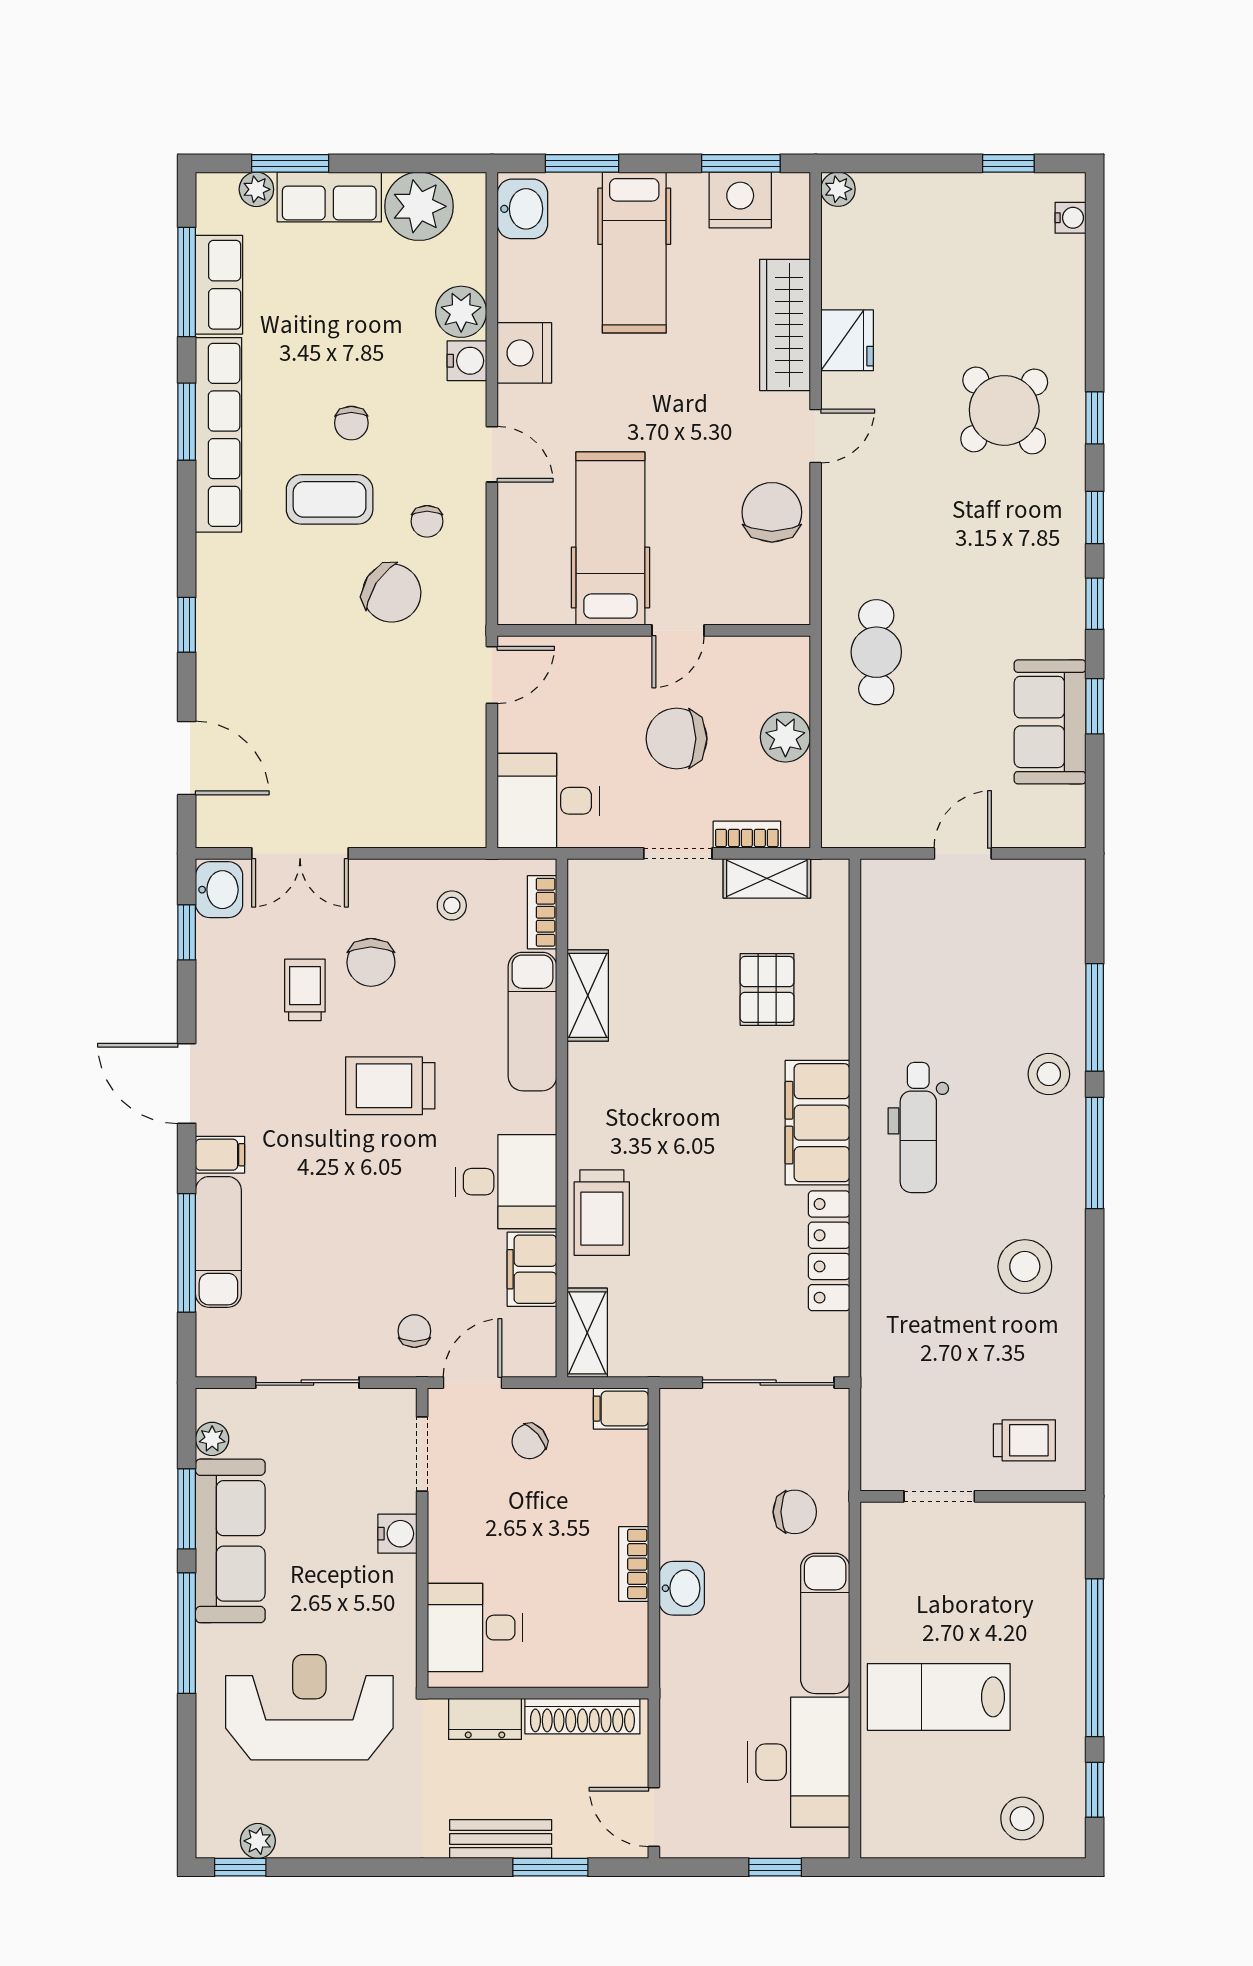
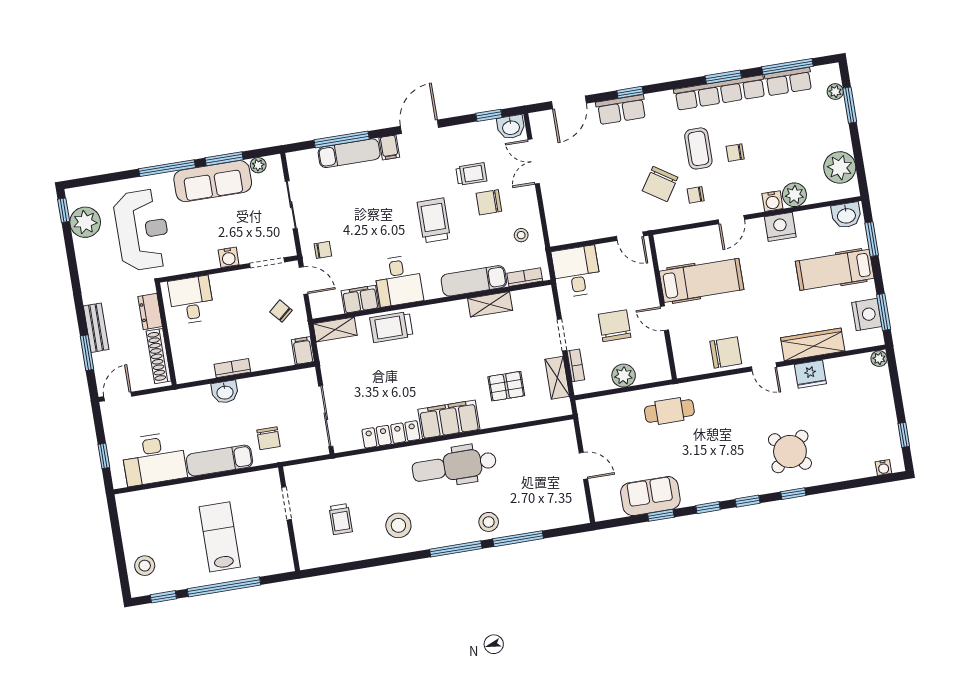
row of seats: (329, 197) -> (621, 110), moved, turned -90
dental chair: (918, 1127) -> (454, 466), width x1.36, depth x1.38
trolley: (1024, 1440) -> (341, 519), moved
lab bench: (939, 1697) -> (220, 537), moved
plant: (258, 1841) -> (85, 222), width x1.87, depth x1.87

